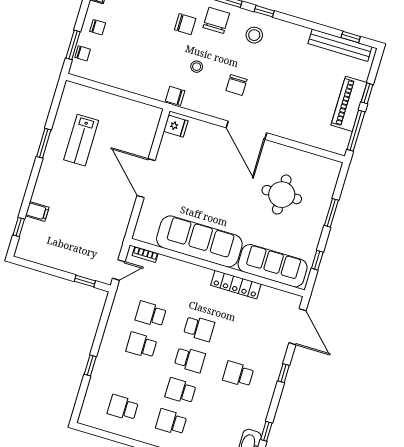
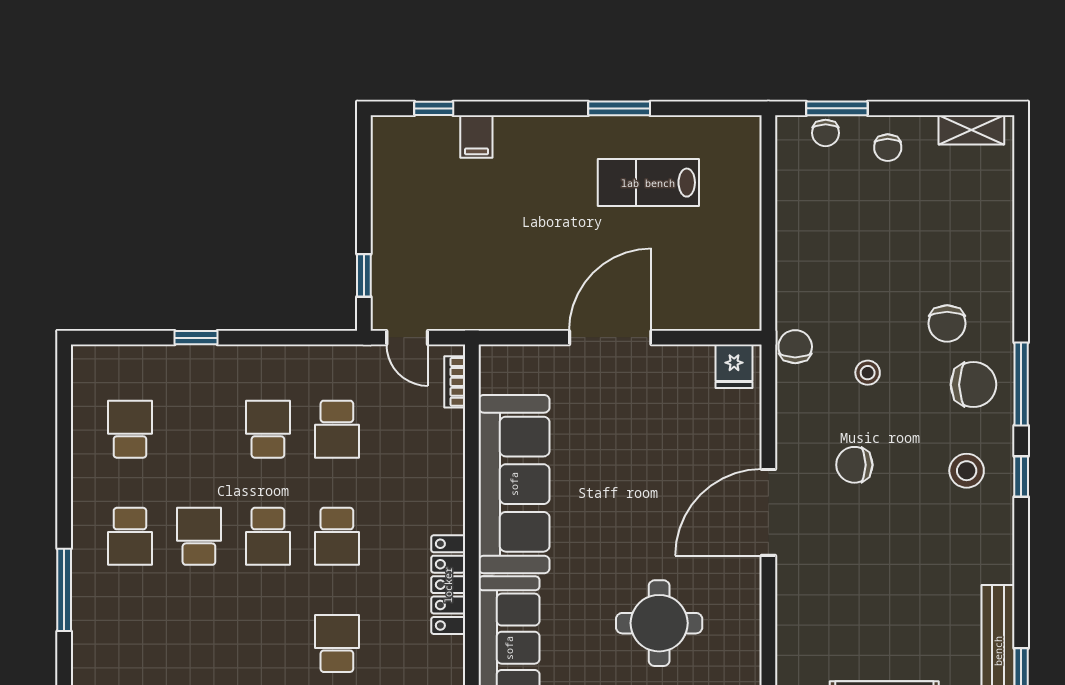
school desk: (151, 314) -> (337, 429), turned 180
school desk: (238, 374) -> (337, 643), moved
school desk: (171, 422) -> (130, 536), turned 180

